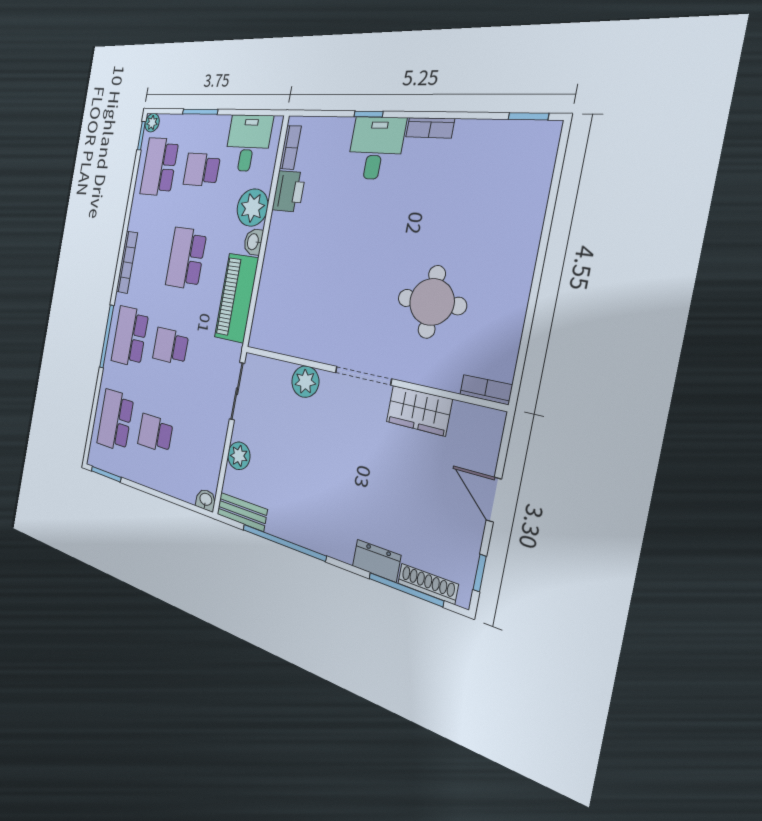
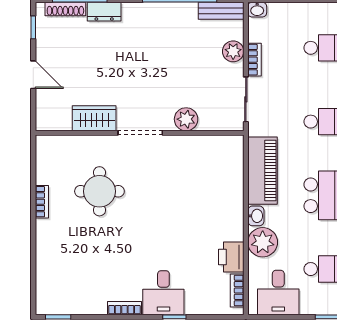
bookcase: (486, 390) -> (42, 202), moved, turned -90
bookcase: (219, 439) -> (254, 60), added

